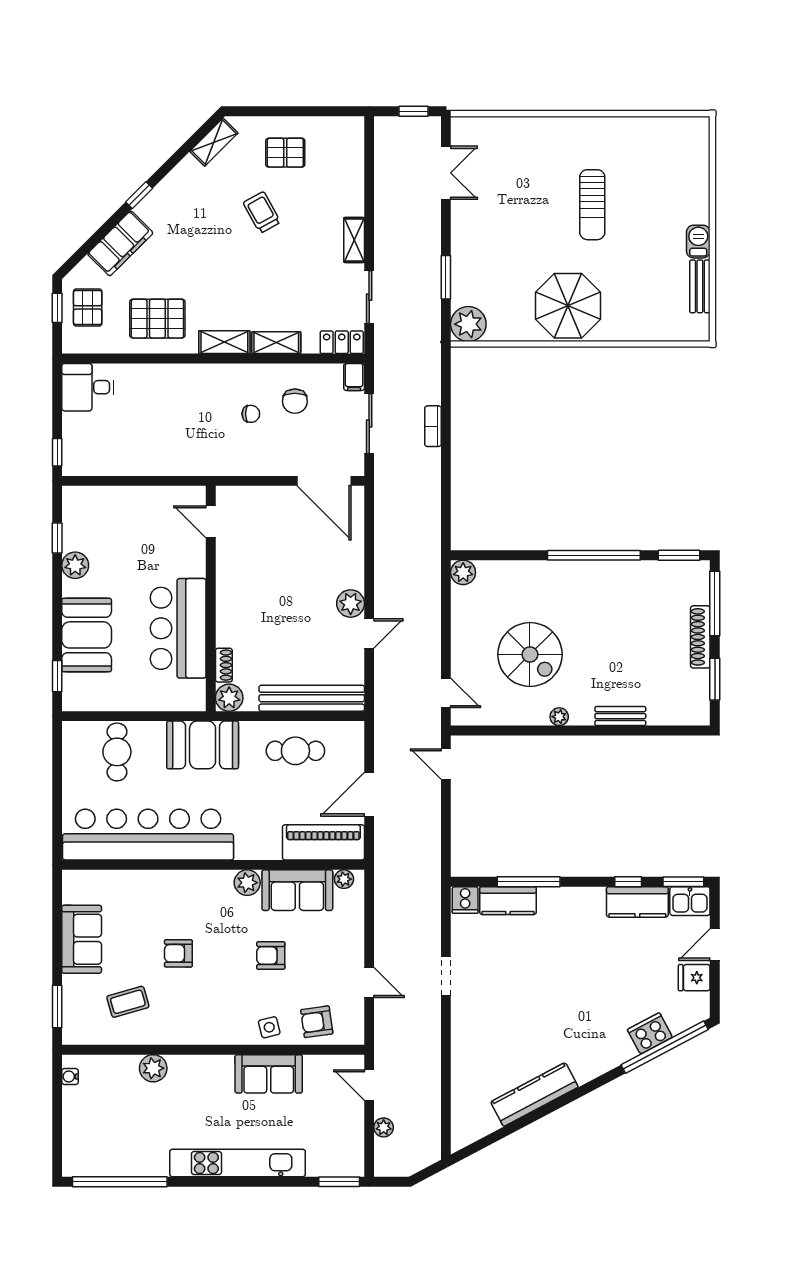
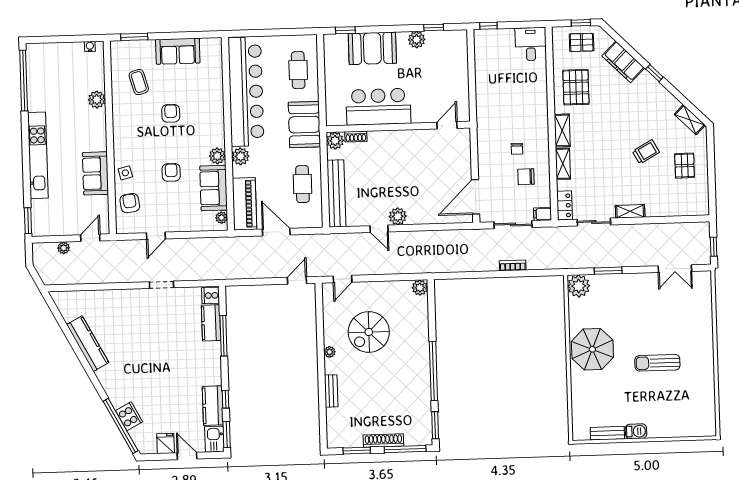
cafe table: (117, 752) -> (298, 70), turned 90
plant: (249, 846) -> (240, 156), added

